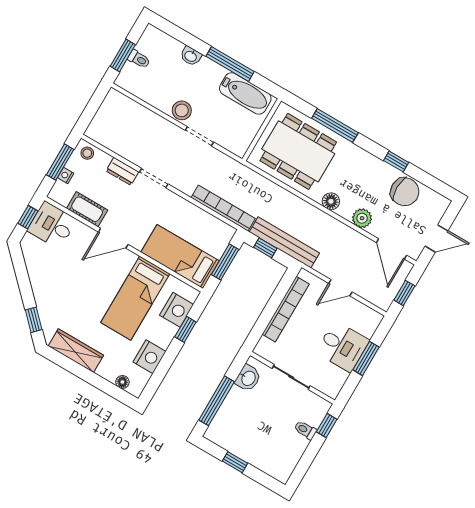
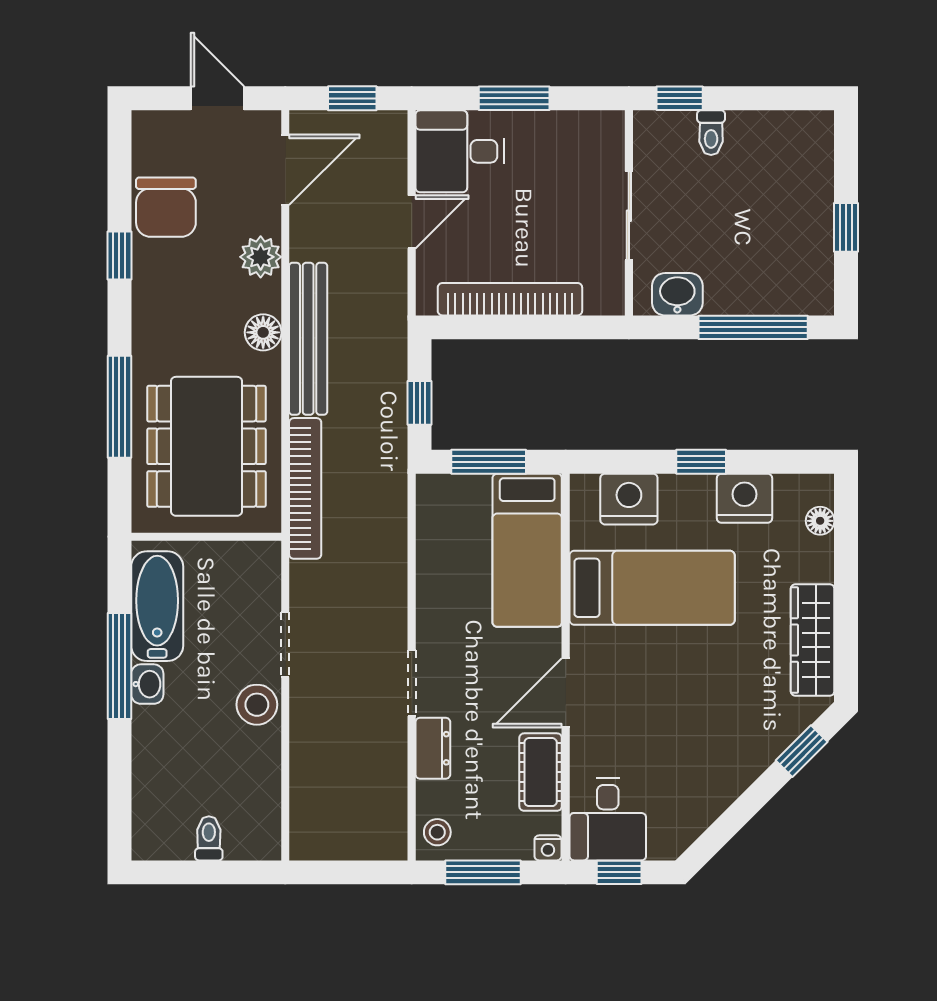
window: (123, 55) -> (220, 872), removed
washbasin: (191, 56) -> (147, 684), moved
nightstand: (66, 176) -> (548, 848), moved
chair: (405, 192) -> (166, 207), turned 180
bookcase: (223, 208) -> (305, 488), moved, turned 180
door: (113, 238) -> (566, 693), swing flipped
bench: (284, 242) -> (308, 339), moved
door: (340, 288) -> (412, 222), hinge flipped
window: (185, 329) -> (701, 462), moved
desk: (343, 346) -> (460, 151), moved, turned -90

